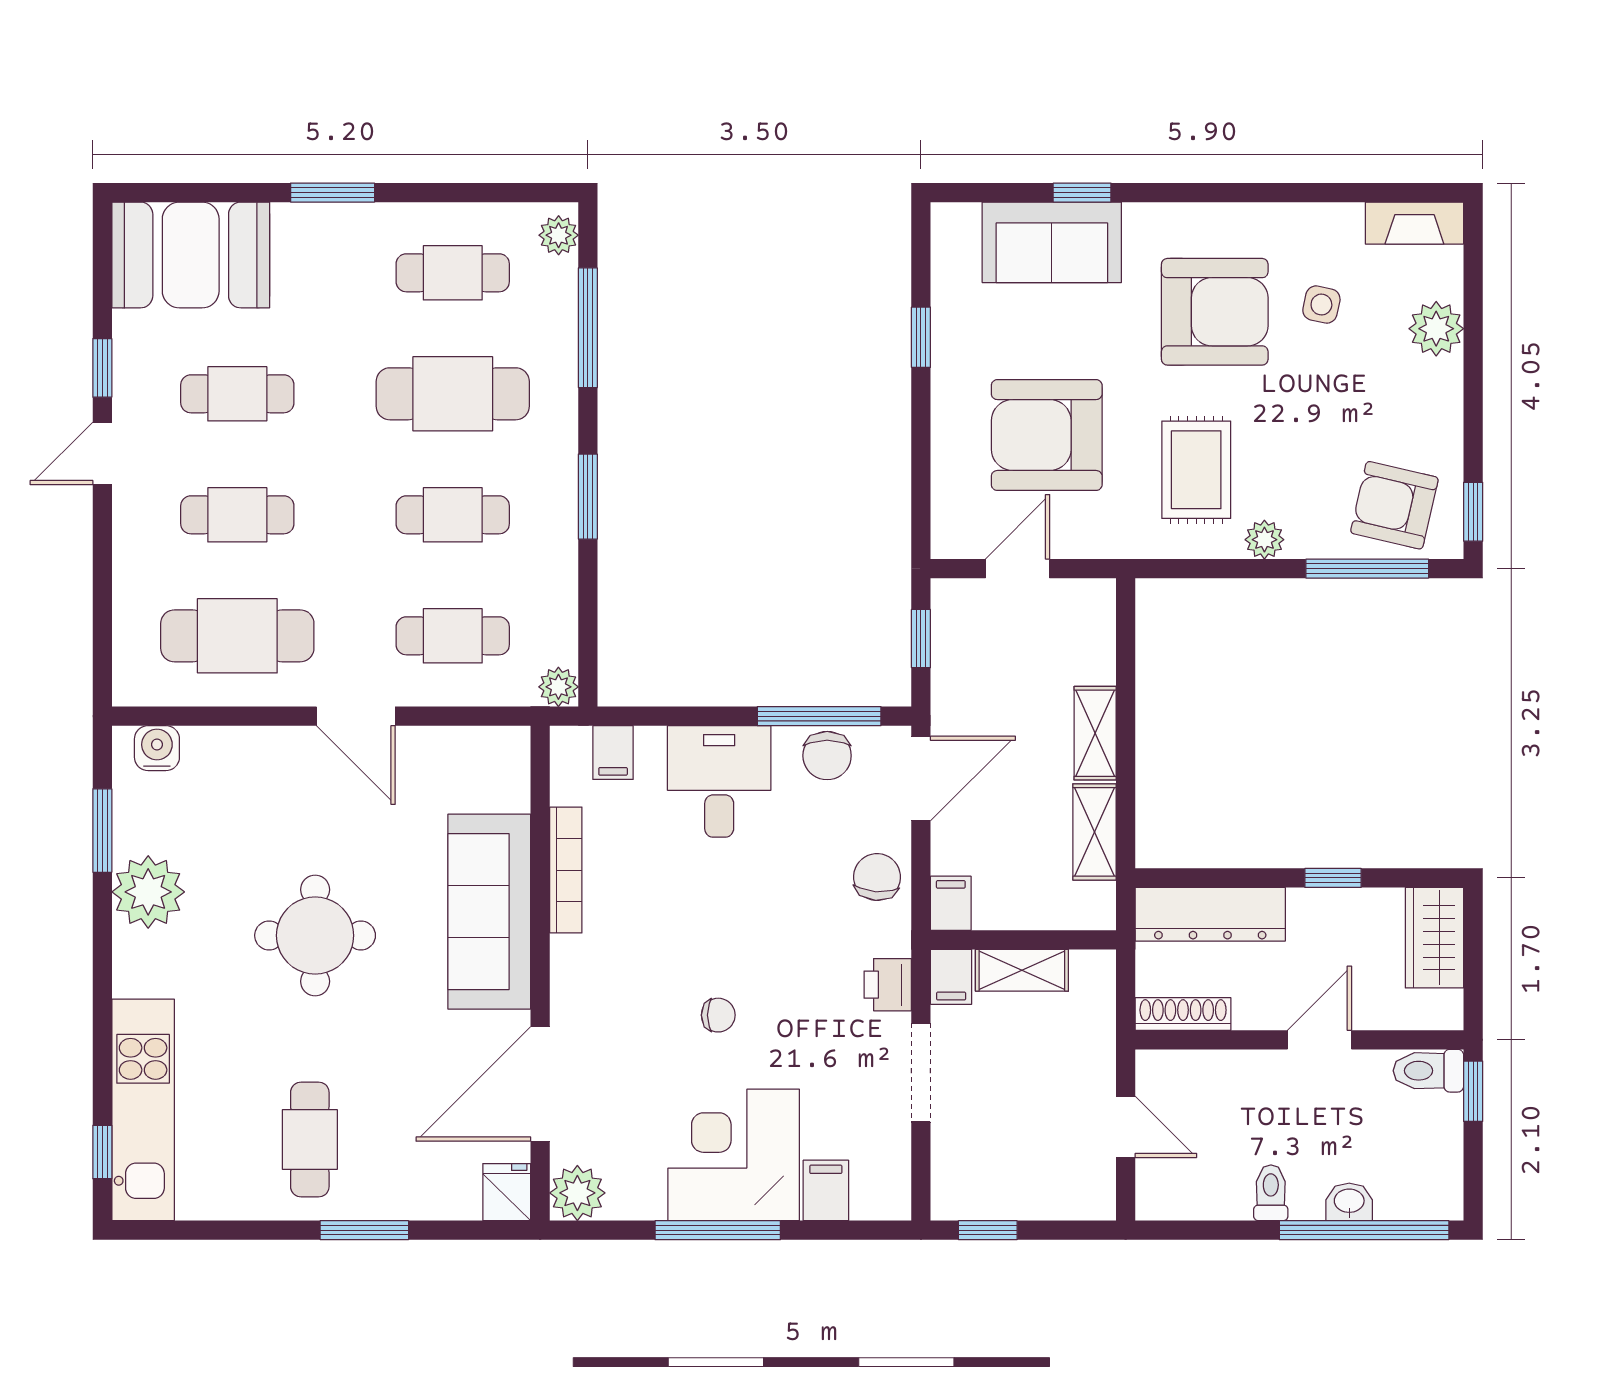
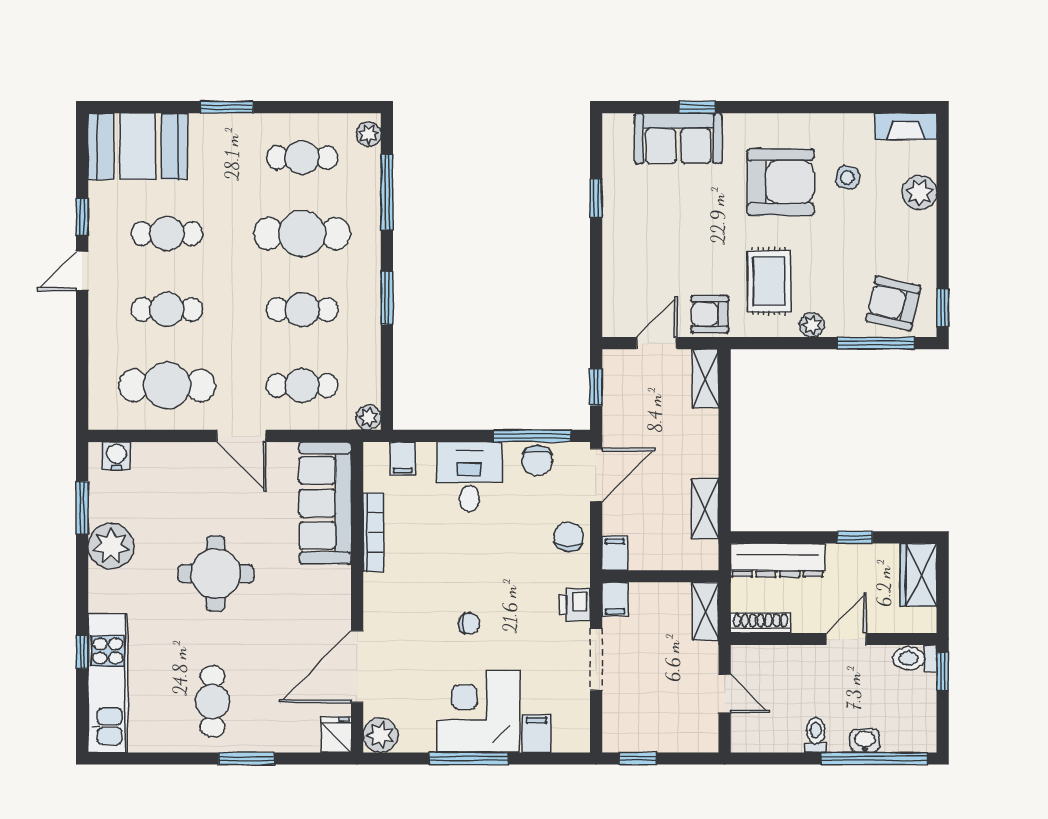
armchair: (1047, 435) -> (710, 314), moved, width x0.53, depth x0.53
shelving: (1095, 733) -> (705, 379), moved
sofa: (489, 912) -> (325, 503), moved
shelving: (1022, 970) -> (705, 611), moved, turned 90
window: (102, 1152) -> (82, 652), moved

